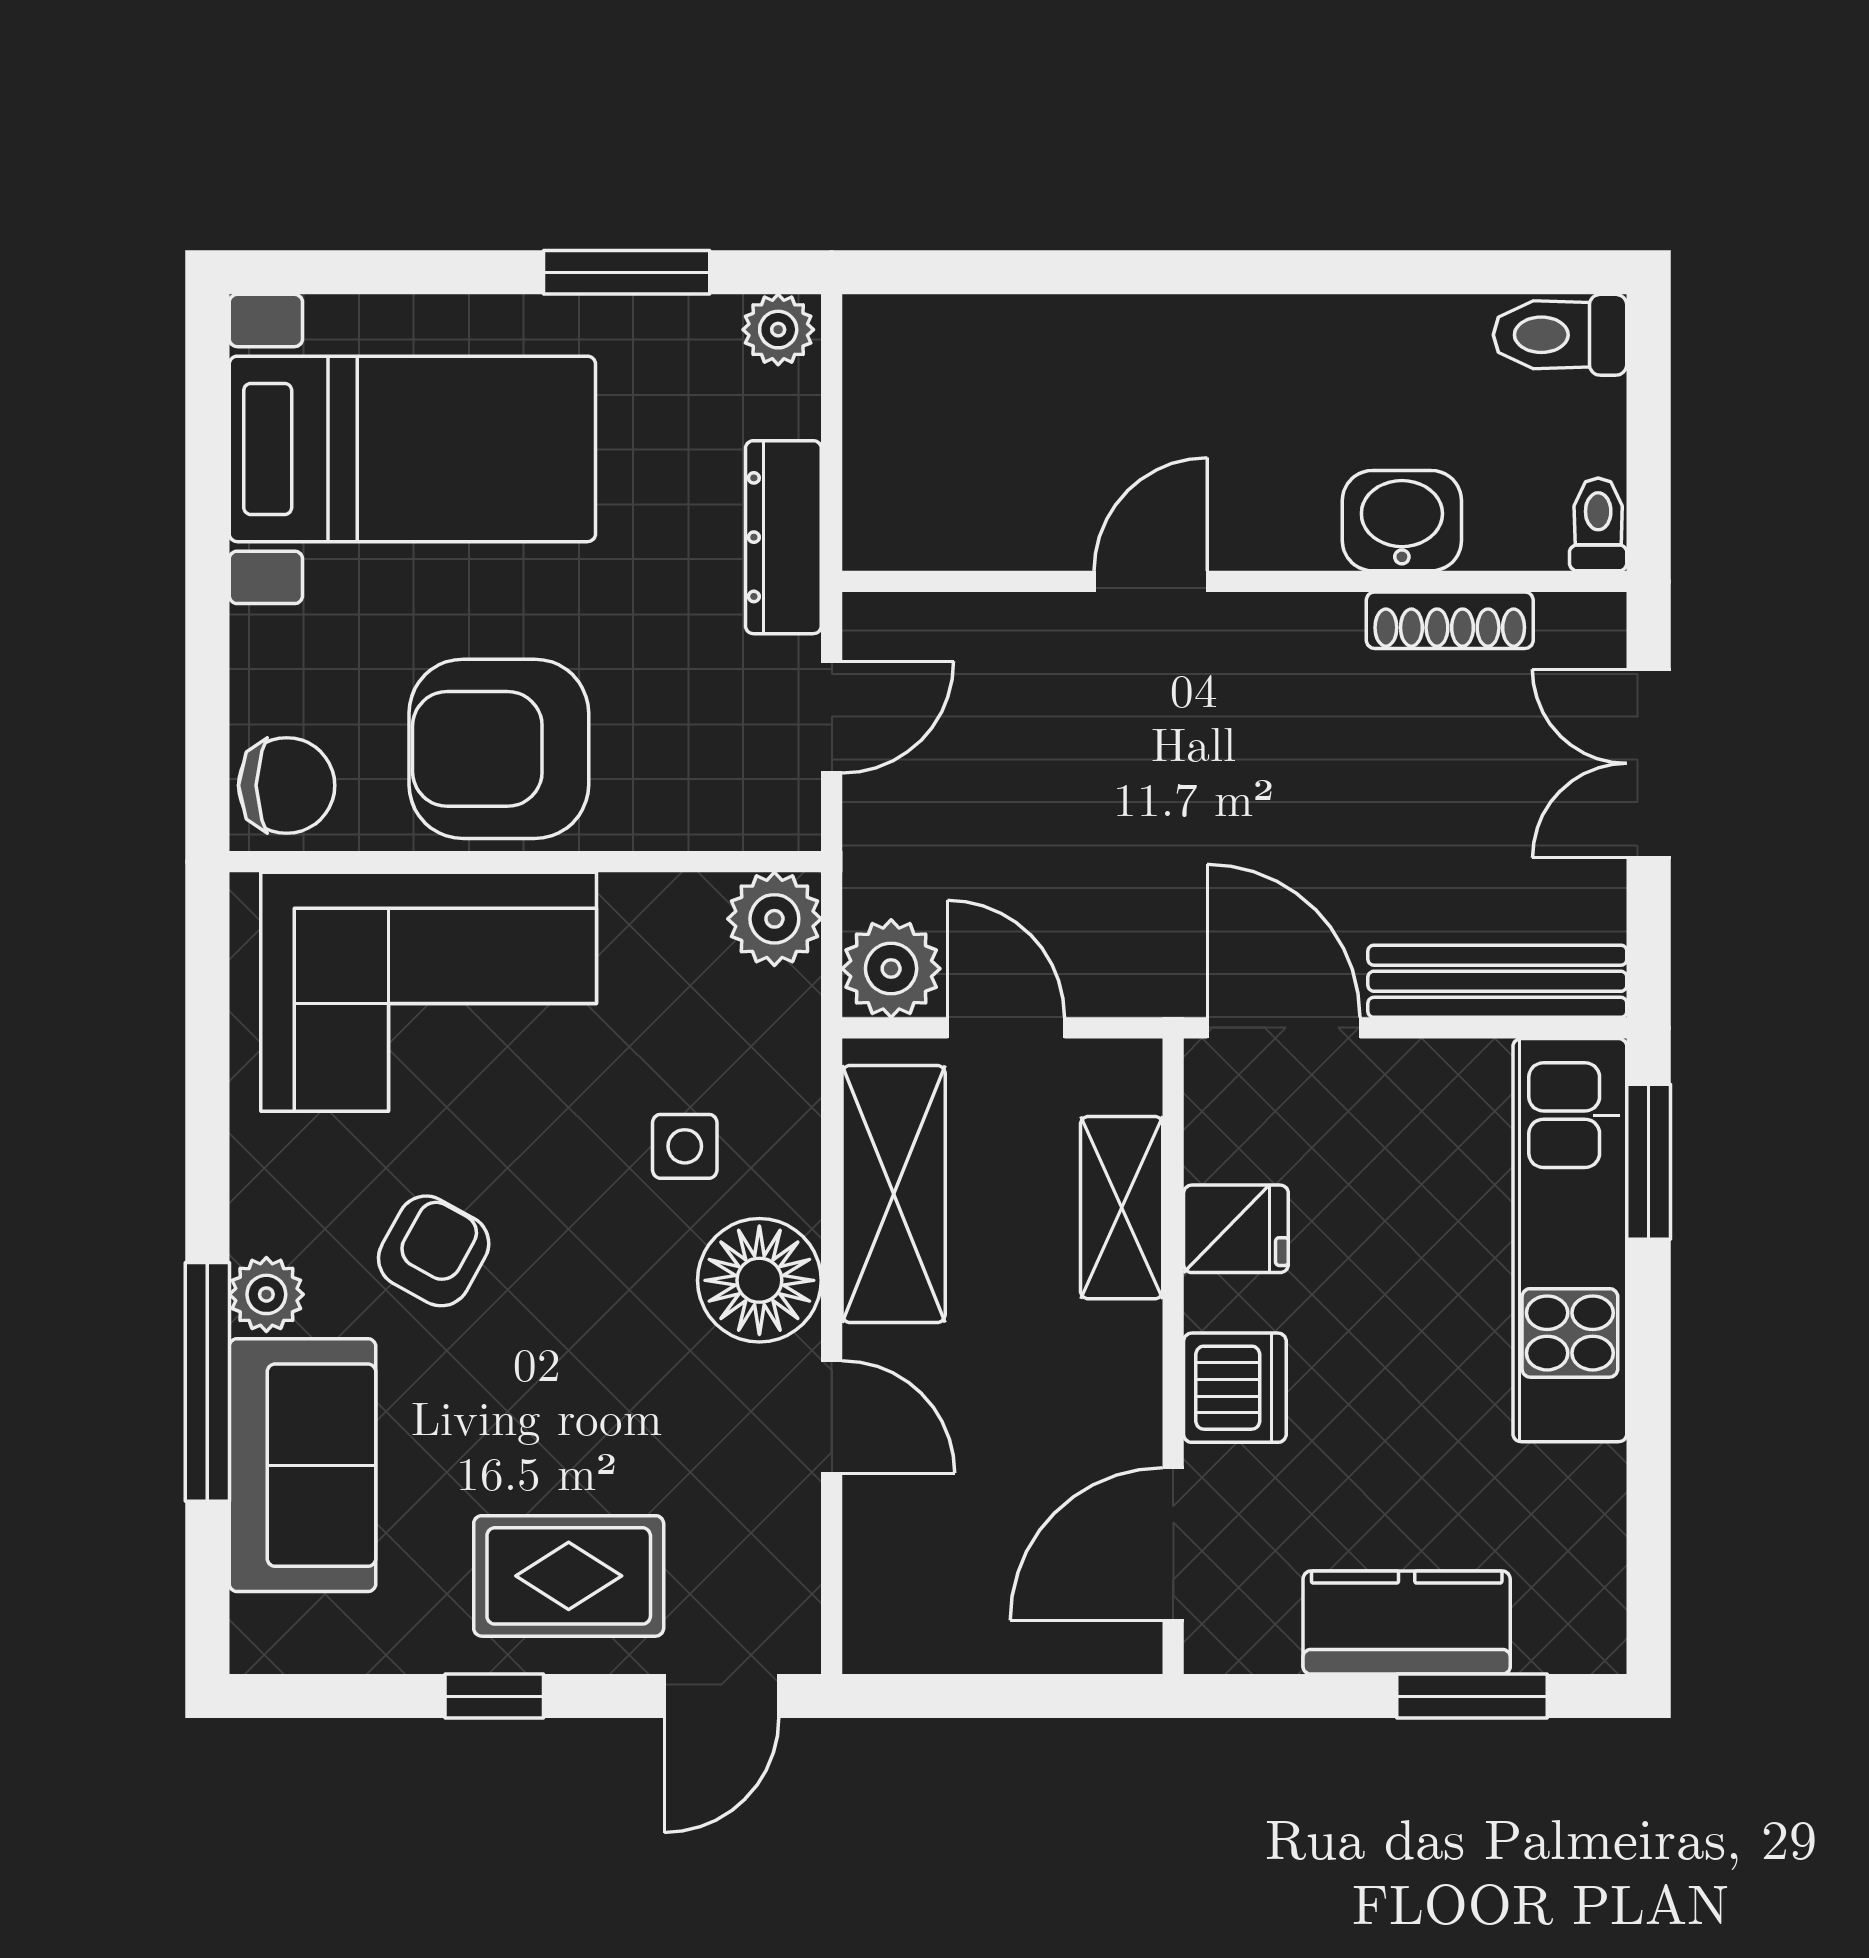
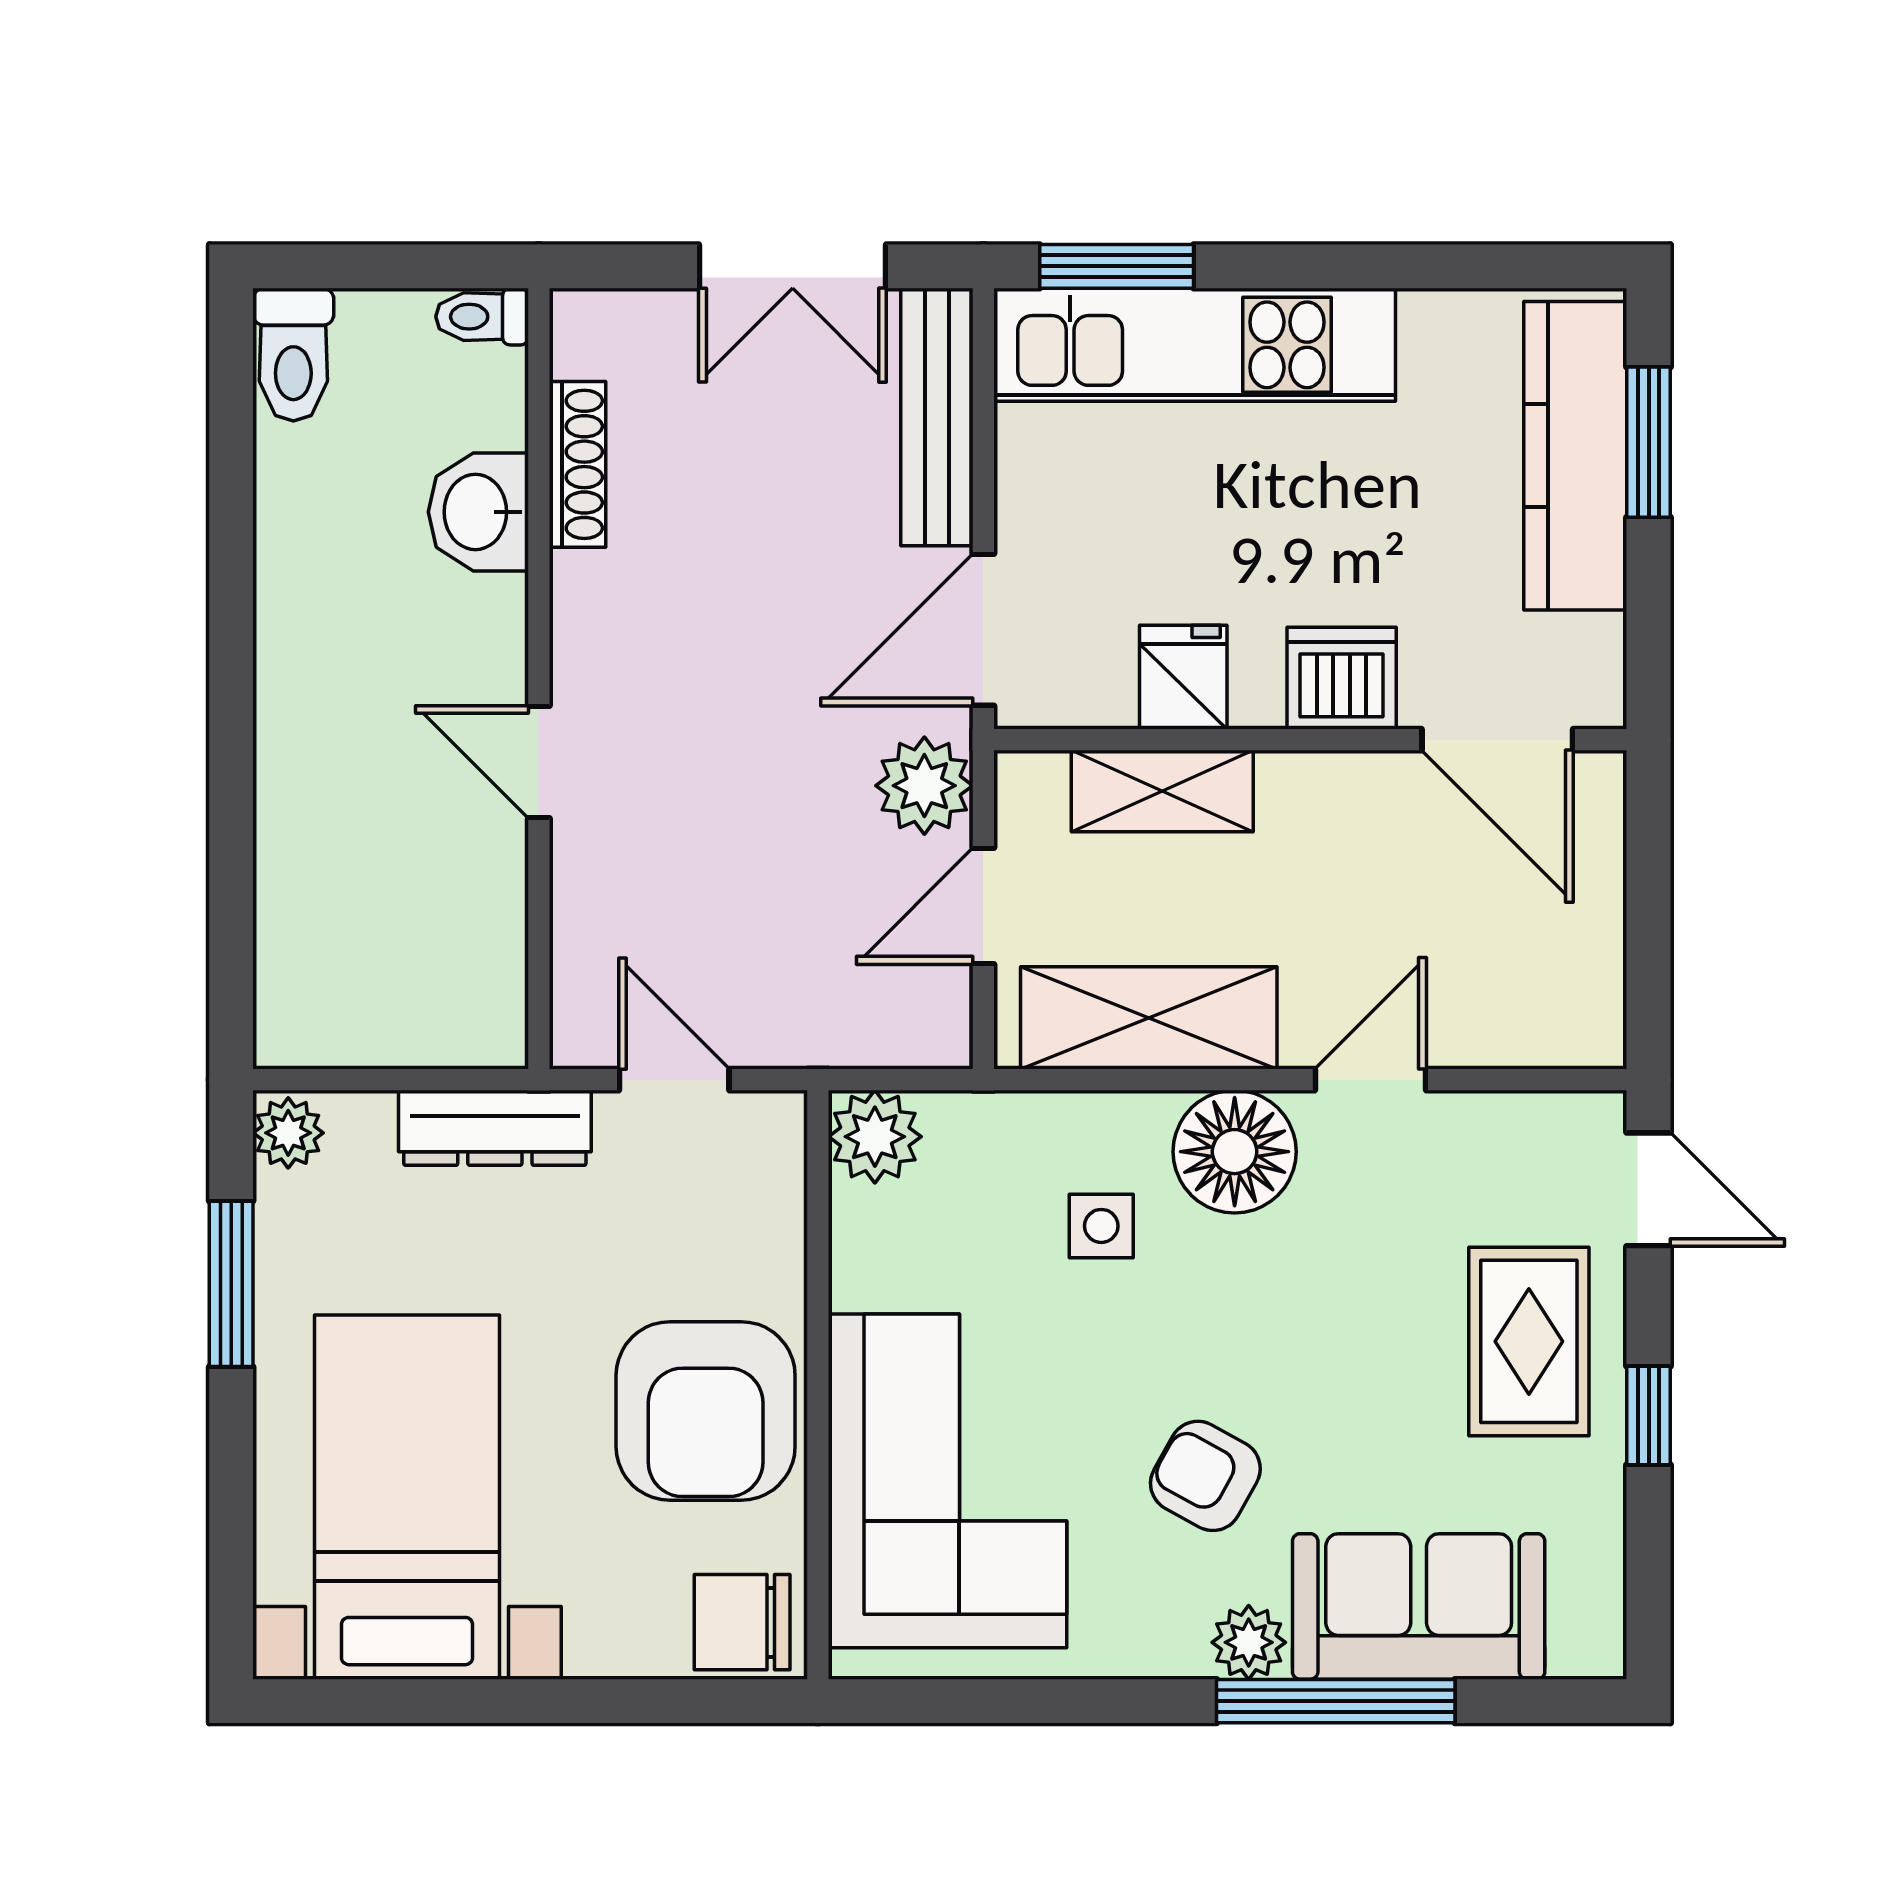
double door: (1649, 763) -> (793, 266), moved
chair: (287, 785) -> (742, 1622), turned -90
plant: (891, 969) -> (924, 786), moved
kitchen counter: (1407, 1622) -> (1575, 456), width x1.50

